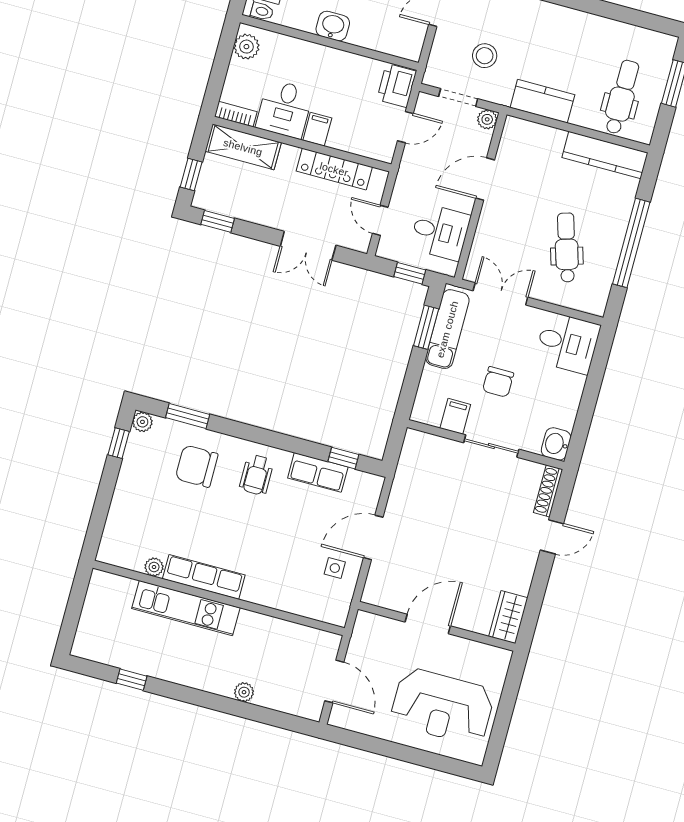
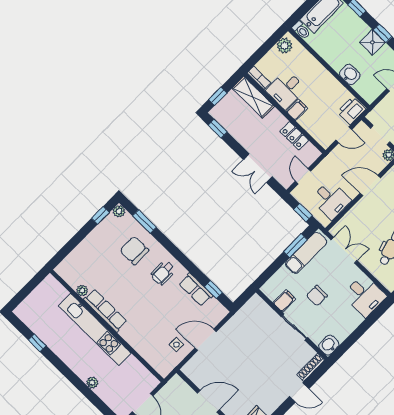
washbasin: (333, 26) -> (350, 74), moved
locker: (334, 169) -> (294, 136), width x0.66
kitchen unit: (186, 608) -> (95, 329), width x1.36

